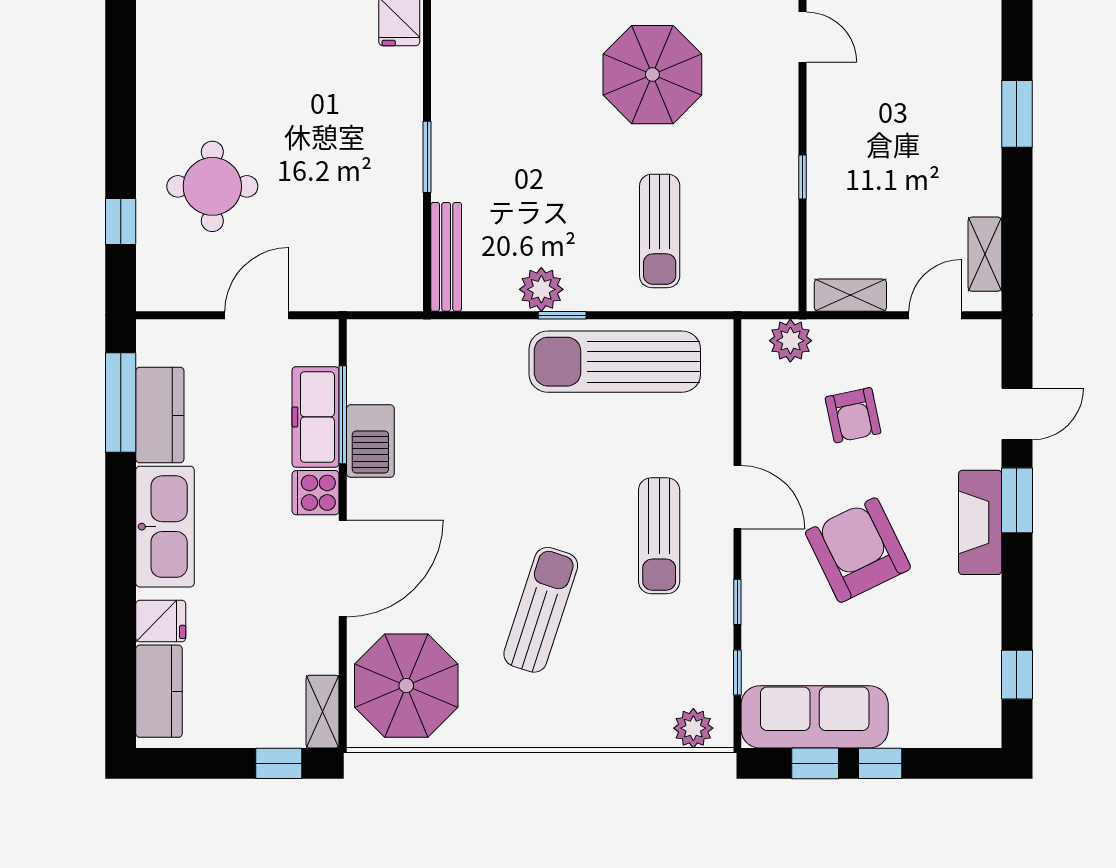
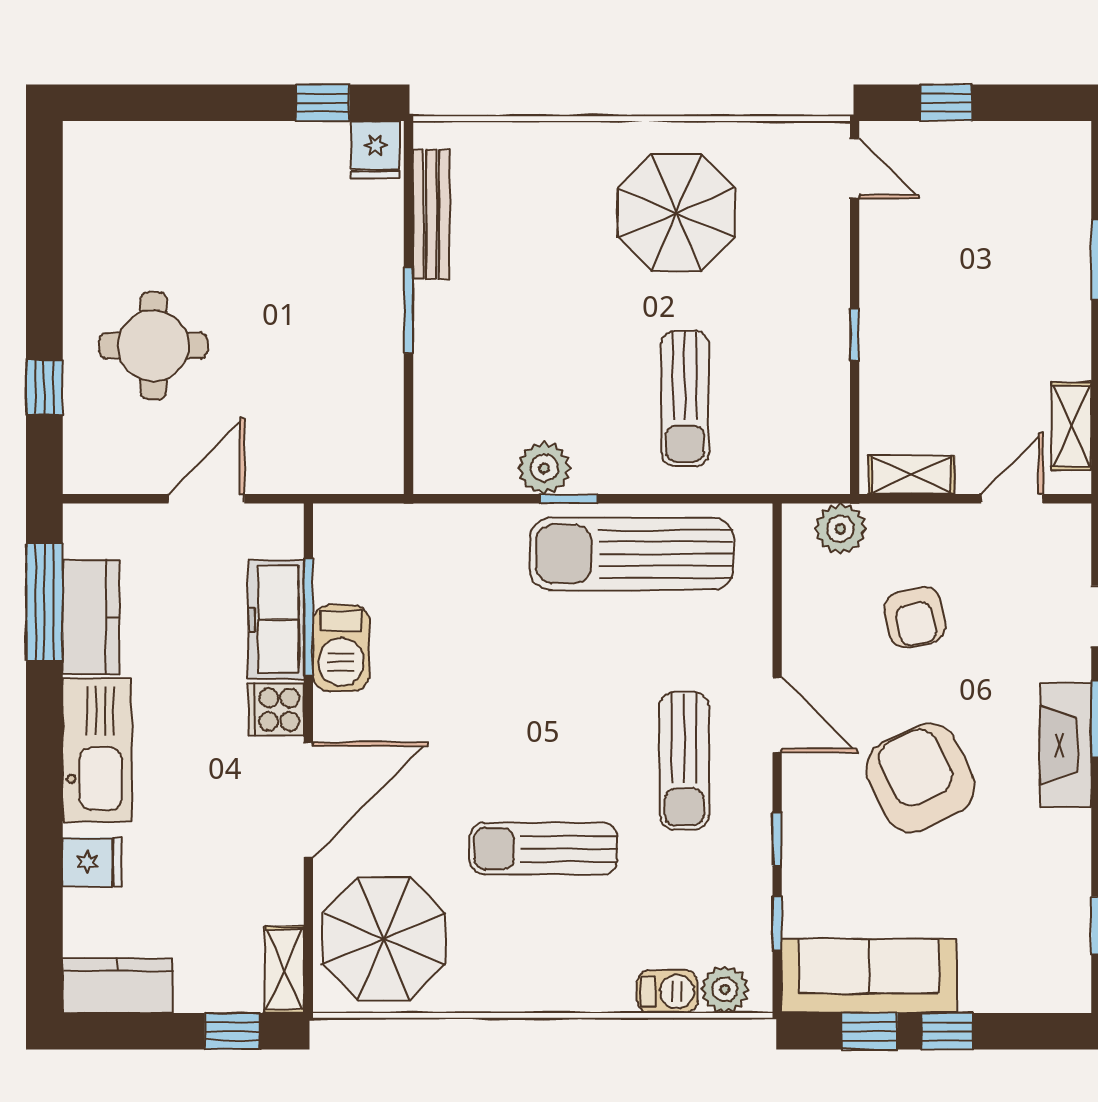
bench: (446, 257) -> (431, 214), moved
sun lounger: (541, 610) -> (544, 849), turned -108
kitchen counter: (159, 691) -> (118, 986), moved, turned -90
barbecue: (645, 730) -> (667, 992), added

